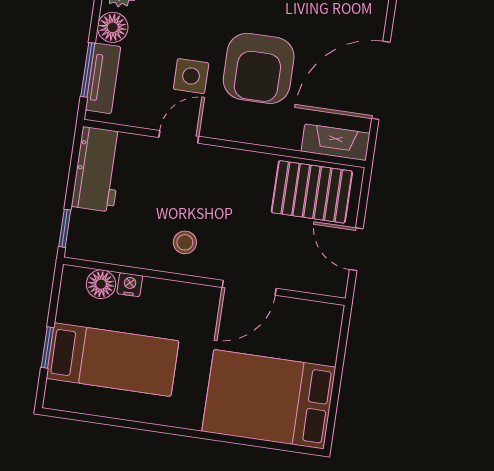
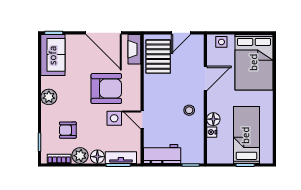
floor lamp: (101, 284) -> (213, 119), moved
door: (249, 288) -> (205, 78), hinge flipped
side table: (324, 335) -> (221, 42), added

